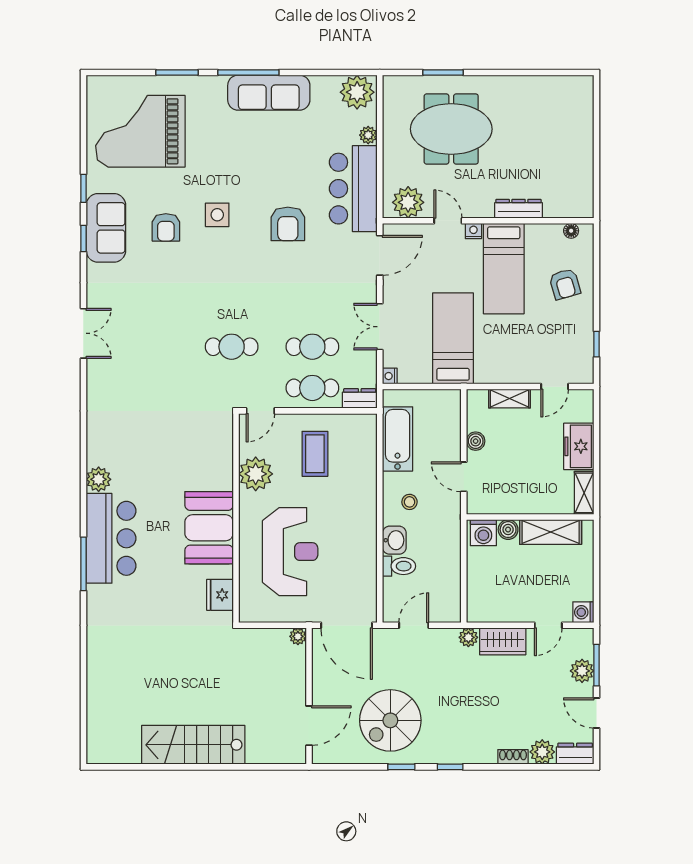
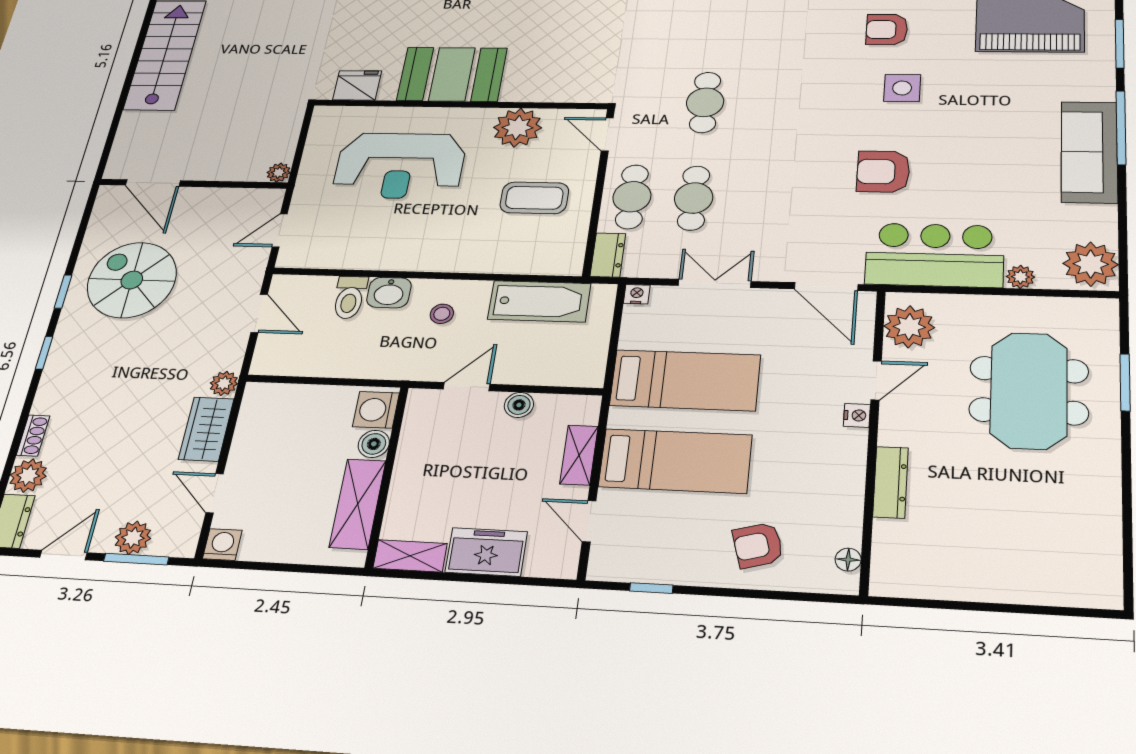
bed: (504, 269) -> (675, 461), moved, turned 180
door: (347, 625) -> (280, 230), width x0.53

